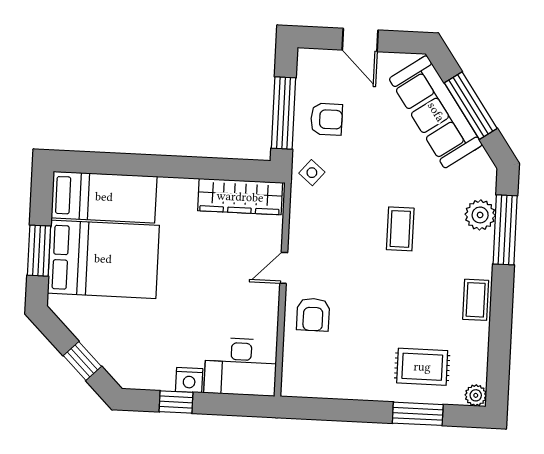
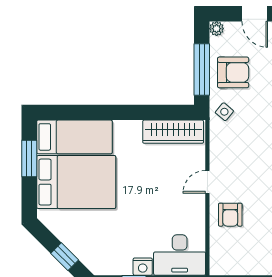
plant: (307, 58) -> (217, 29), added
armchair: (326, 119) -> (233, 72), width x1.38, depth x1.38
window: (39, 251) -> (29, 159), moved

